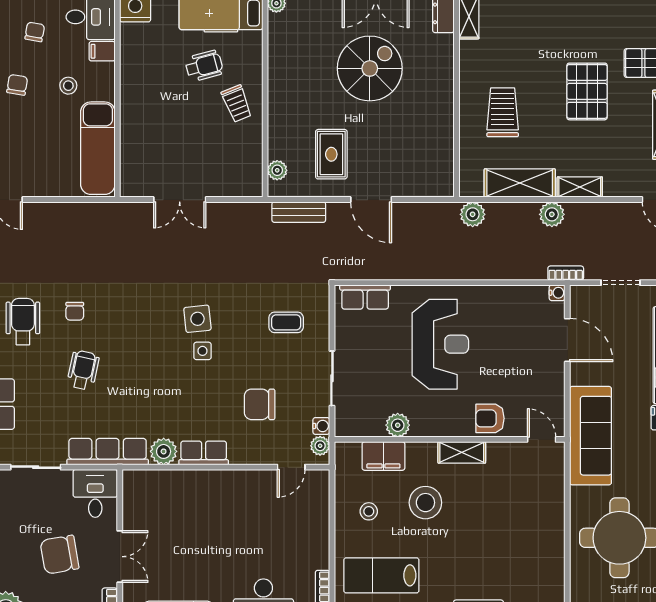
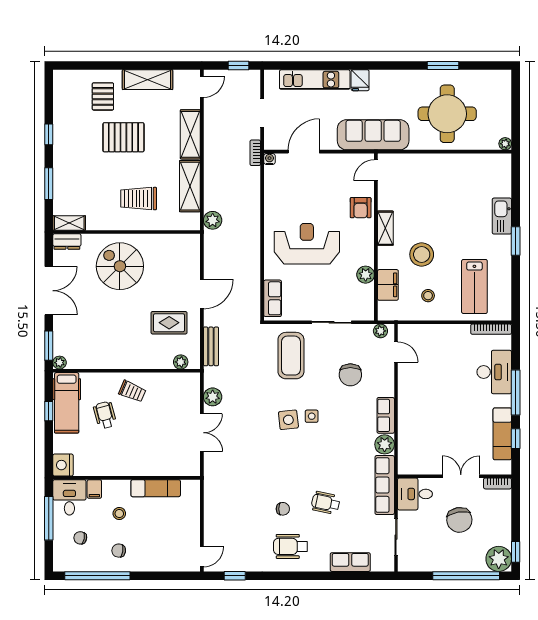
spiral stairs: (370, 68) -> (120, 266), moved
trolley: (237, 104) -> (132, 391), turned 45
exam couch: (98, 148) -> (156, 488), width x0.73, depth x0.69
shelving: (580, 187) -> (190, 134), width x1.50, depth x1.33
plant: (552, 214) -> (213, 397), moved
coffee table: (286, 322) -> (291, 356), width x1.86, depth x1.72
water cooler: (321, 426) -> (366, 330), removed

